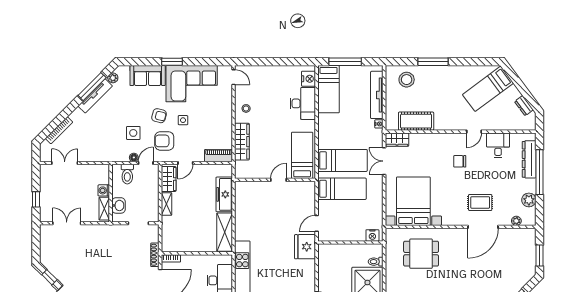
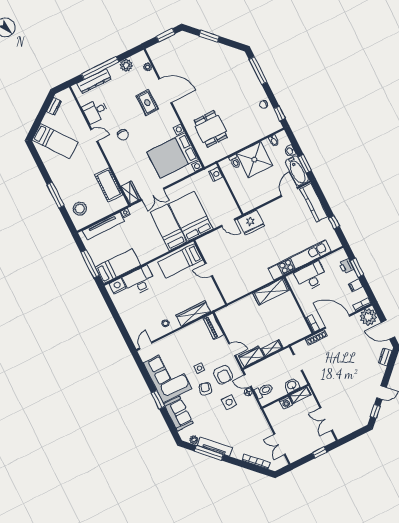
bed: (342, 189) -> (191, 216), width x1.50
freezer: (224, 194) -> (242, 307), removed

